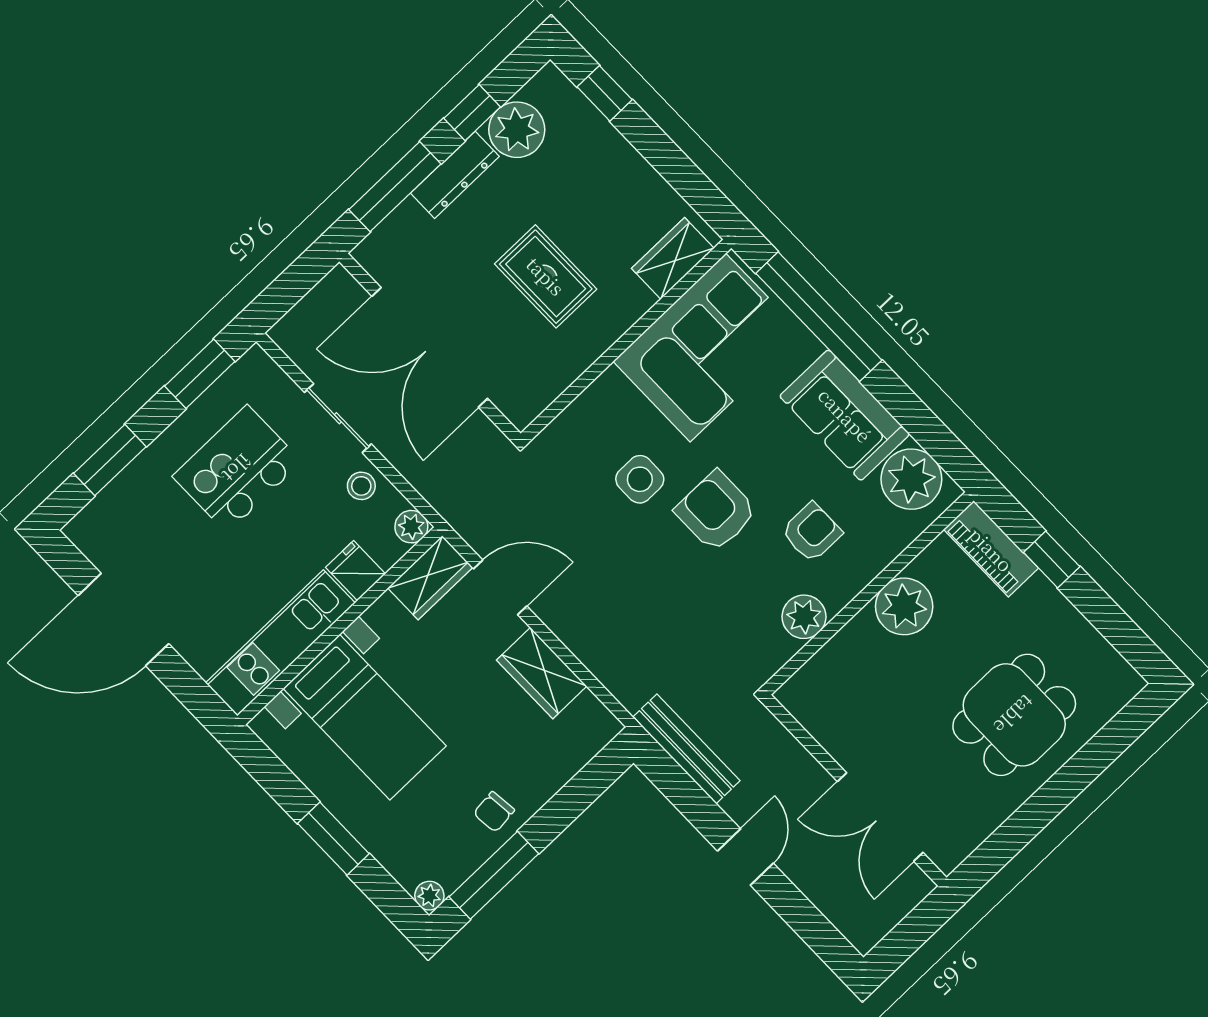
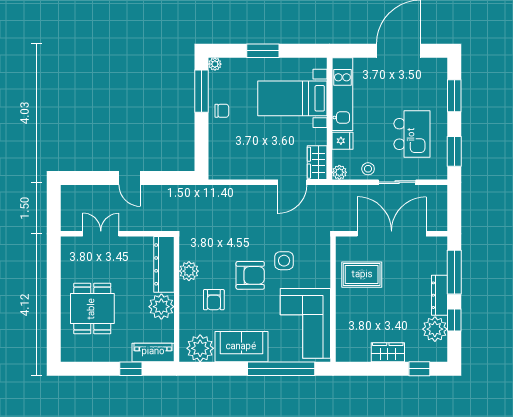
wardrobe: (673, 258) -> (388, 352), moved, turned -90
rug: (546, 276) -> (362, 275), moved
dresser: (832, 667) -> (164, 264), added
wardrobe: (542, 673) -> (252, 169), removed
bench: (686, 749) -> (183, 192), removed
chair: (494, 812) -> (222, 111), turned 96
double door: (880, 817) -> (101, 234), width x0.73

